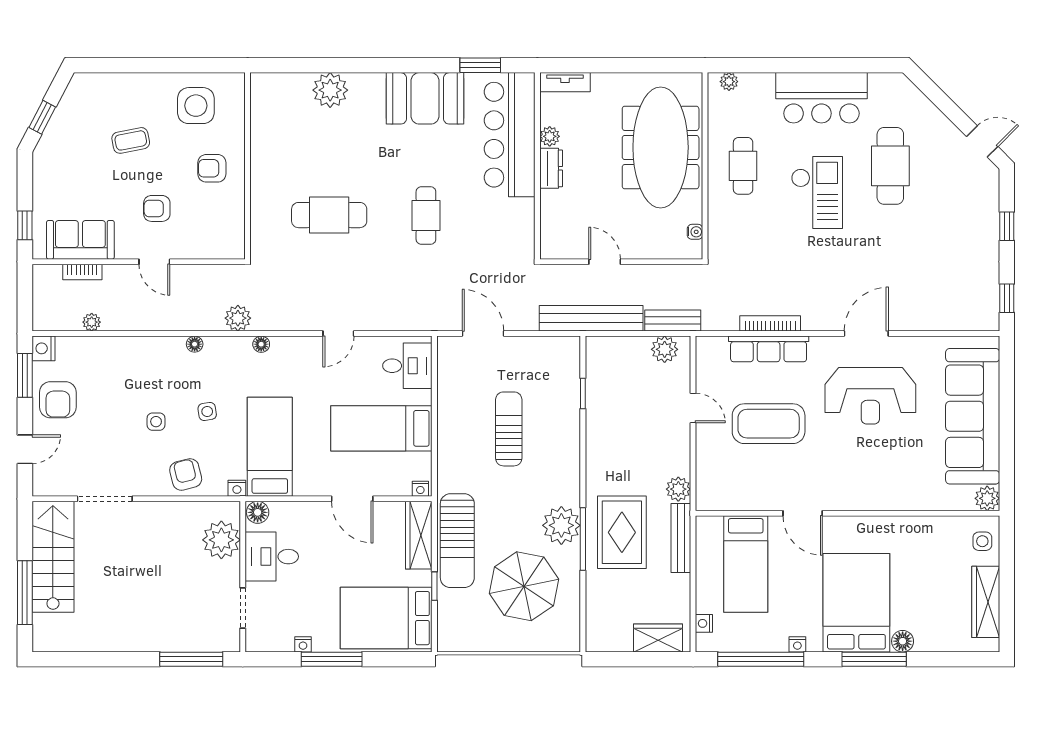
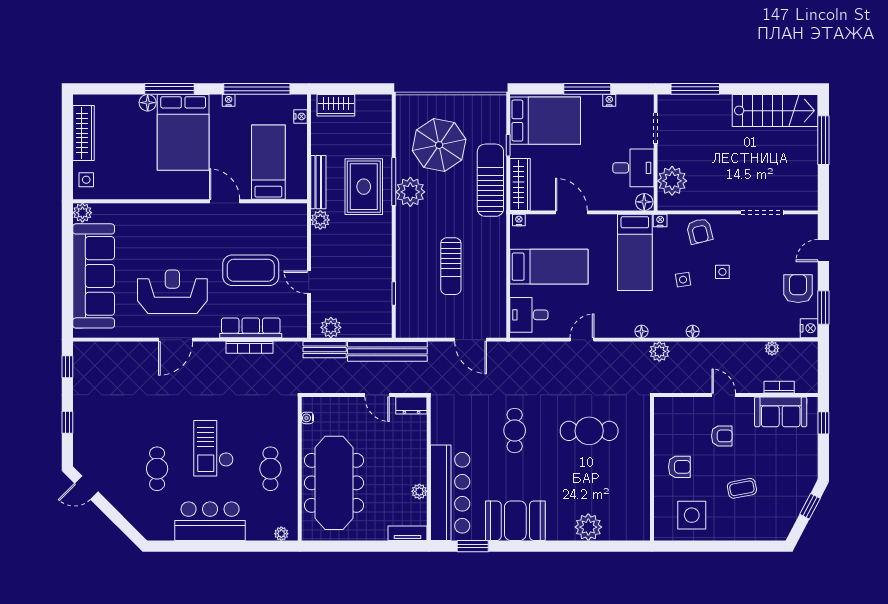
cafe table: (890, 166) -> (157, 469), width x0.73, depth x0.74
dresser: (551, 168) -> (411, 405), moved, turned -90
stairs: (53, 557) -> (775, 111), moved, turned -90

